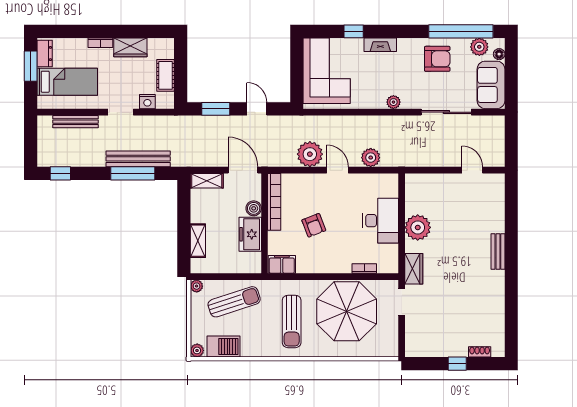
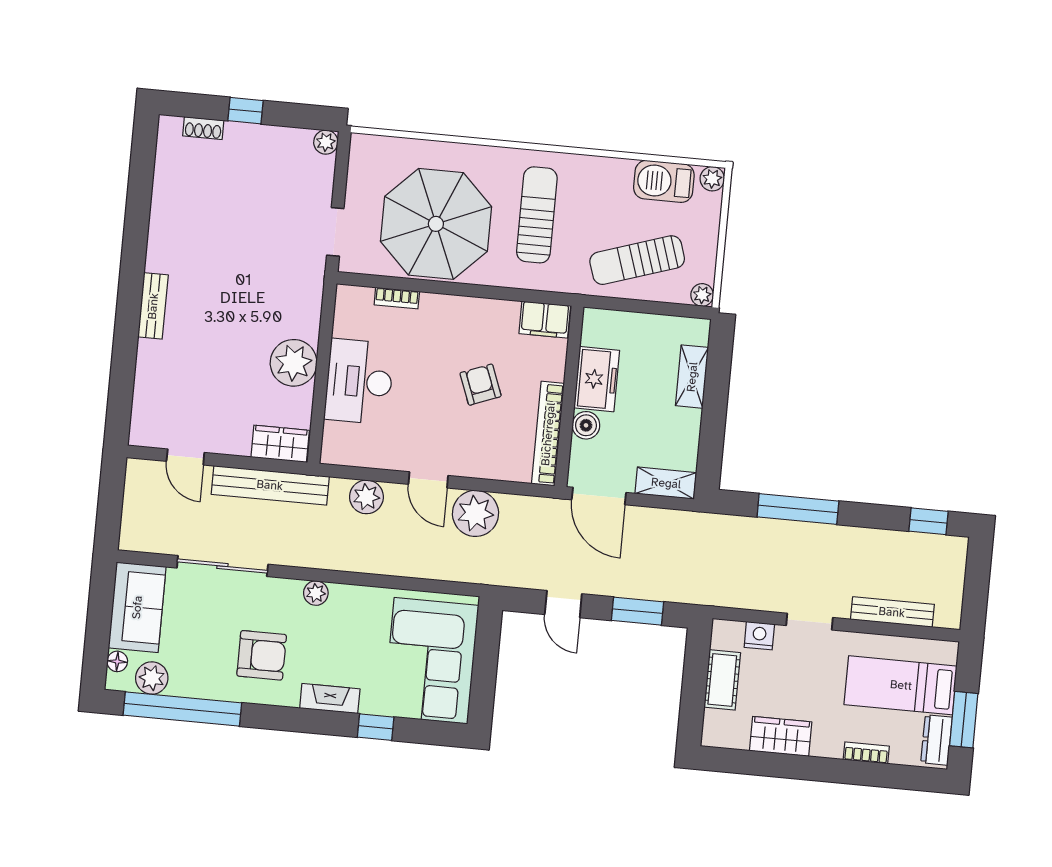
bookcase: (100, 43) -> (866, 753), moved
armchair: (437, 59) -> (262, 655), moved, turned 180
bench: (138, 159) -> (270, 485), moved
wardrobe: (414, 269) -> (280, 444), moved, turned 90
plant: (411, 351) -> (326, 142), added

